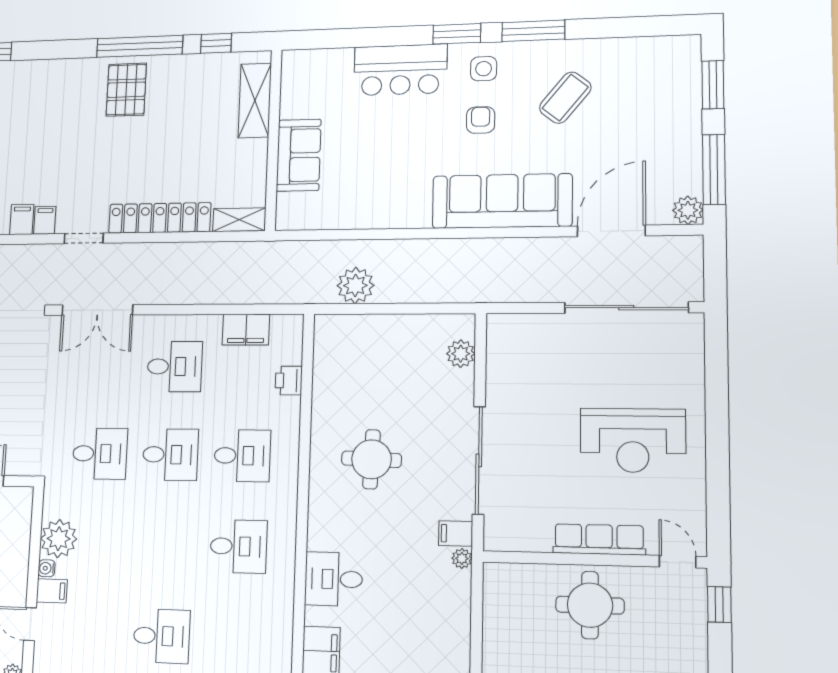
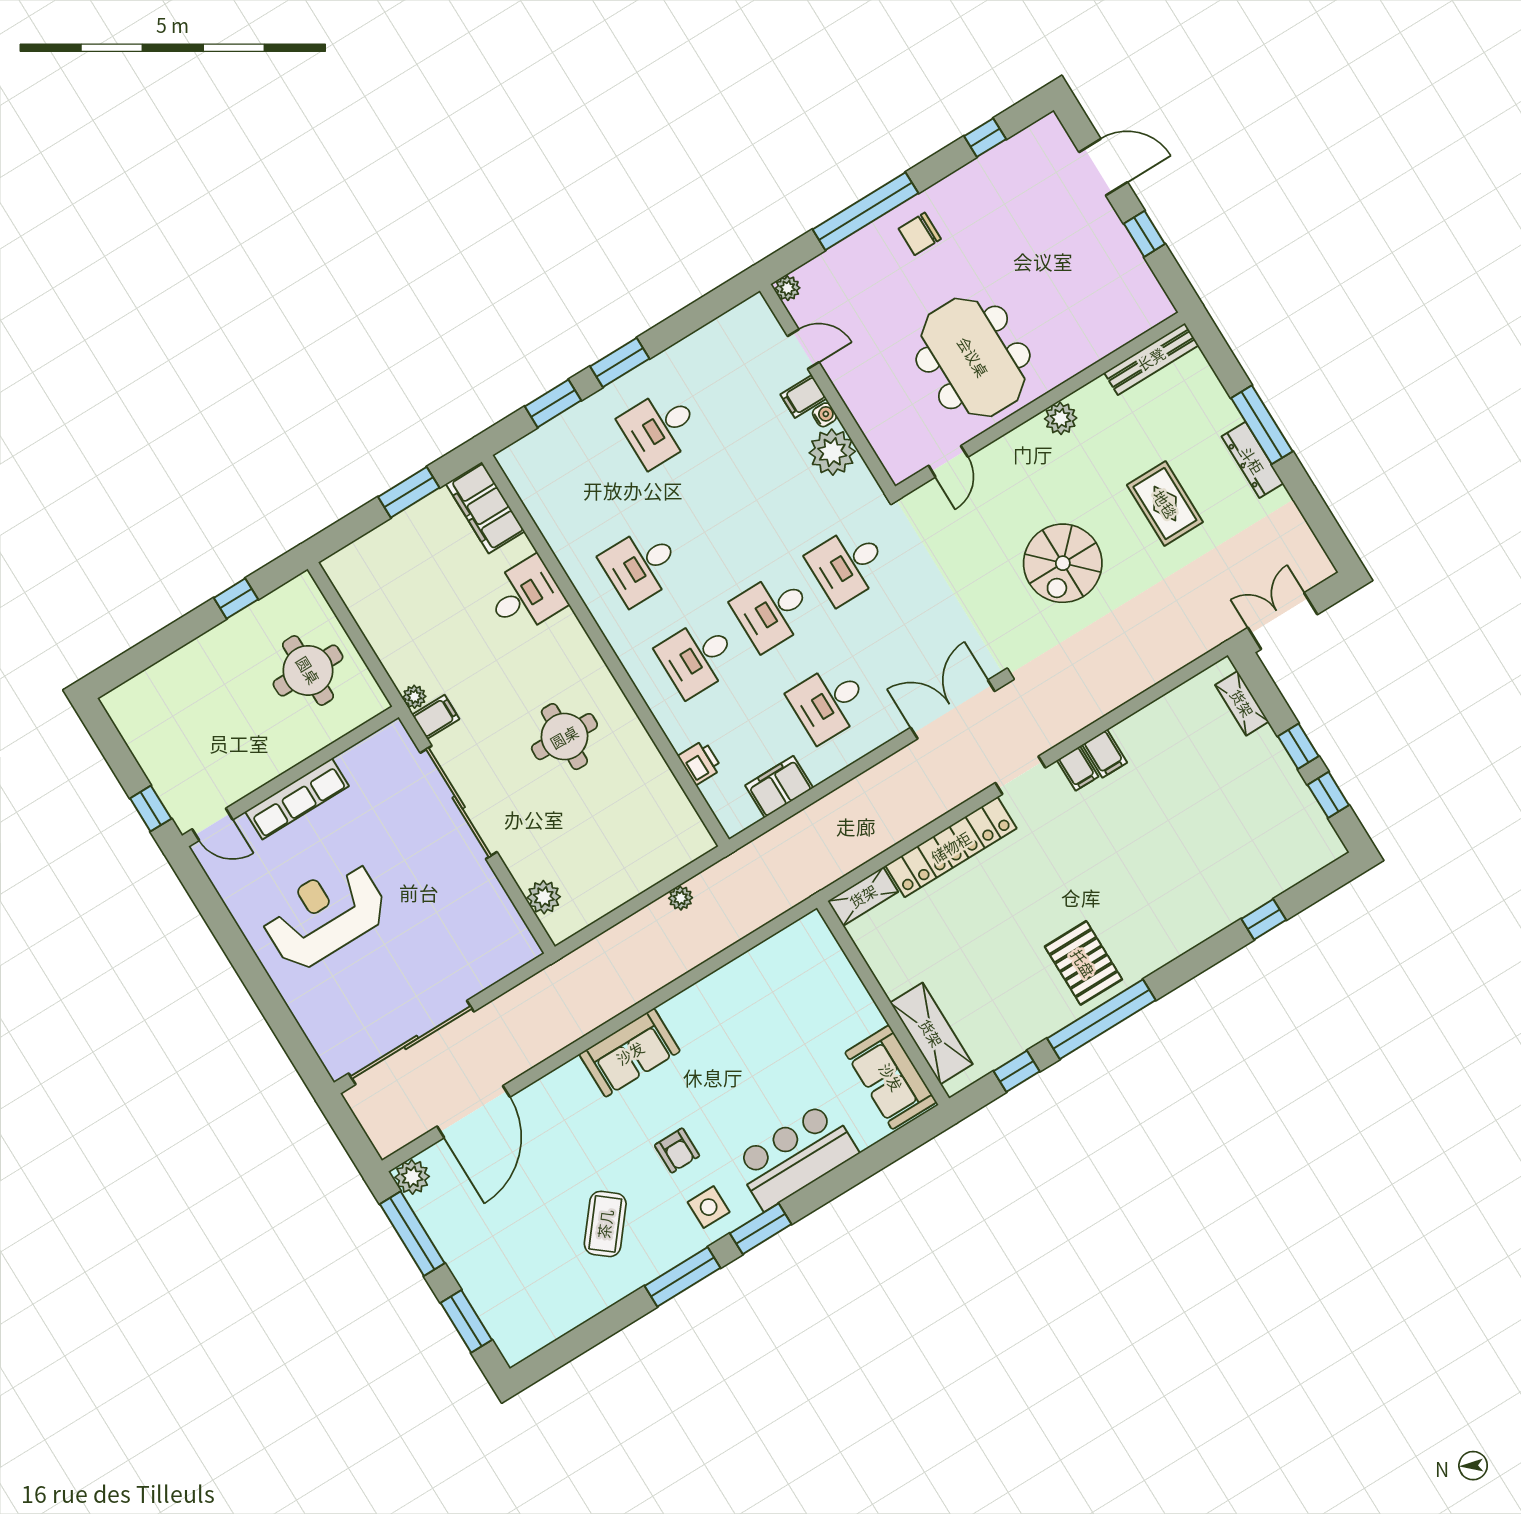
sofa: (299, 155) -> (891, 1077), moved
sofa: (502, 201) -> (630, 1053), width x0.54, depth x0.79
plant: (355, 285) -> (681, 898), width x0.53, depth x0.53
round table: (590, 605) -> (308, 670), moved

